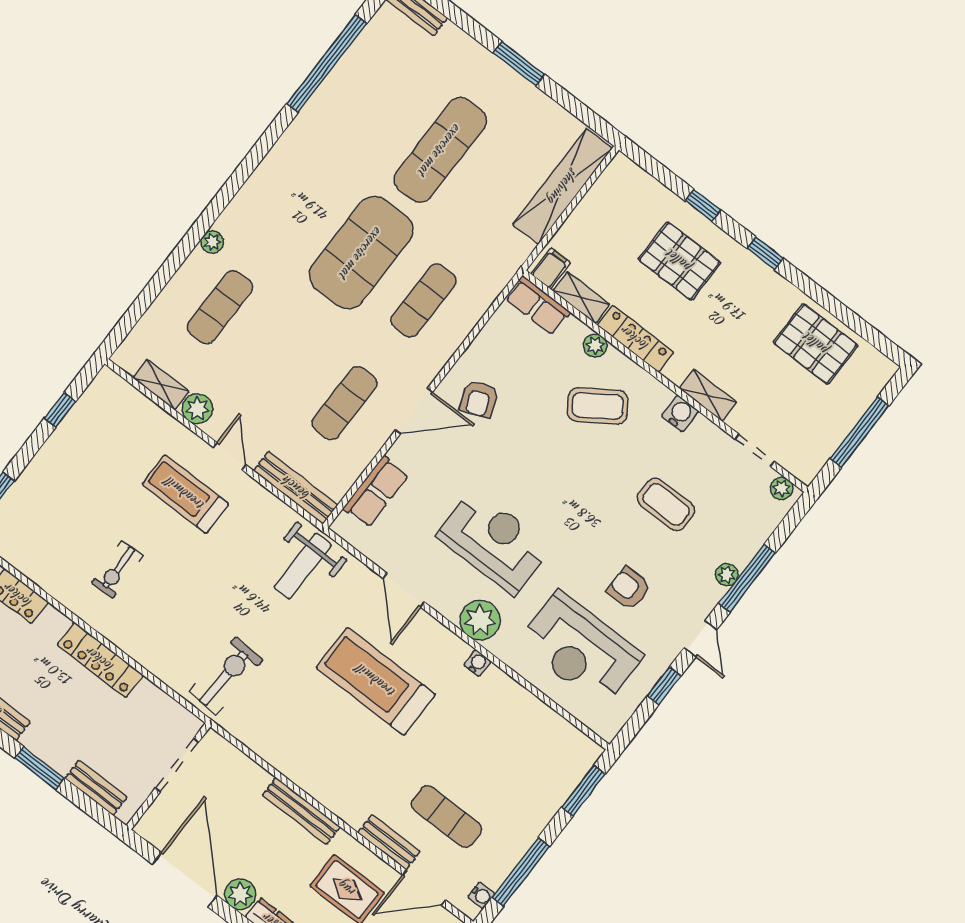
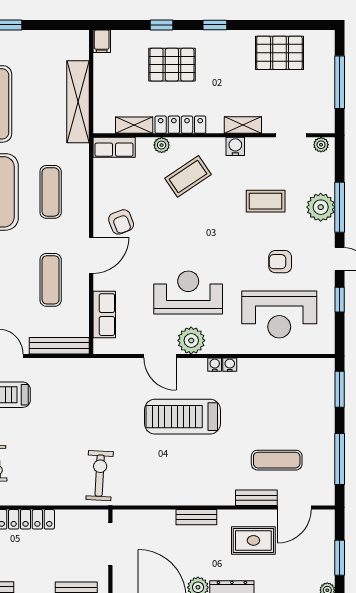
shelving: (563, 186) -> (78, 102), moved
filing cabinet: (551, 268) -> (102, 41), moved, turned 180
weight bench: (303, 566) -> (96, 385), removed
plant: (727, 575) -> (321, 207), width x1.88, depth x1.88
plant: (480, 620) -> (191, 340), moved
bench: (301, 811) -> (196, 517), width x0.73
water cooler: (481, 895) -> (215, 365), moved, turned -90

